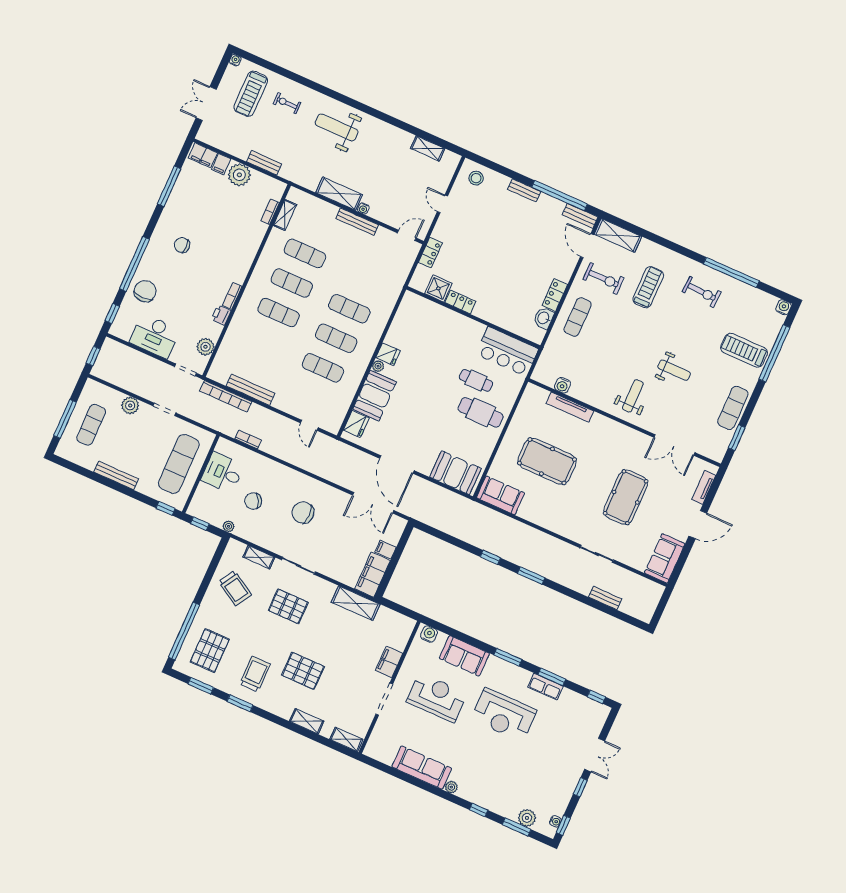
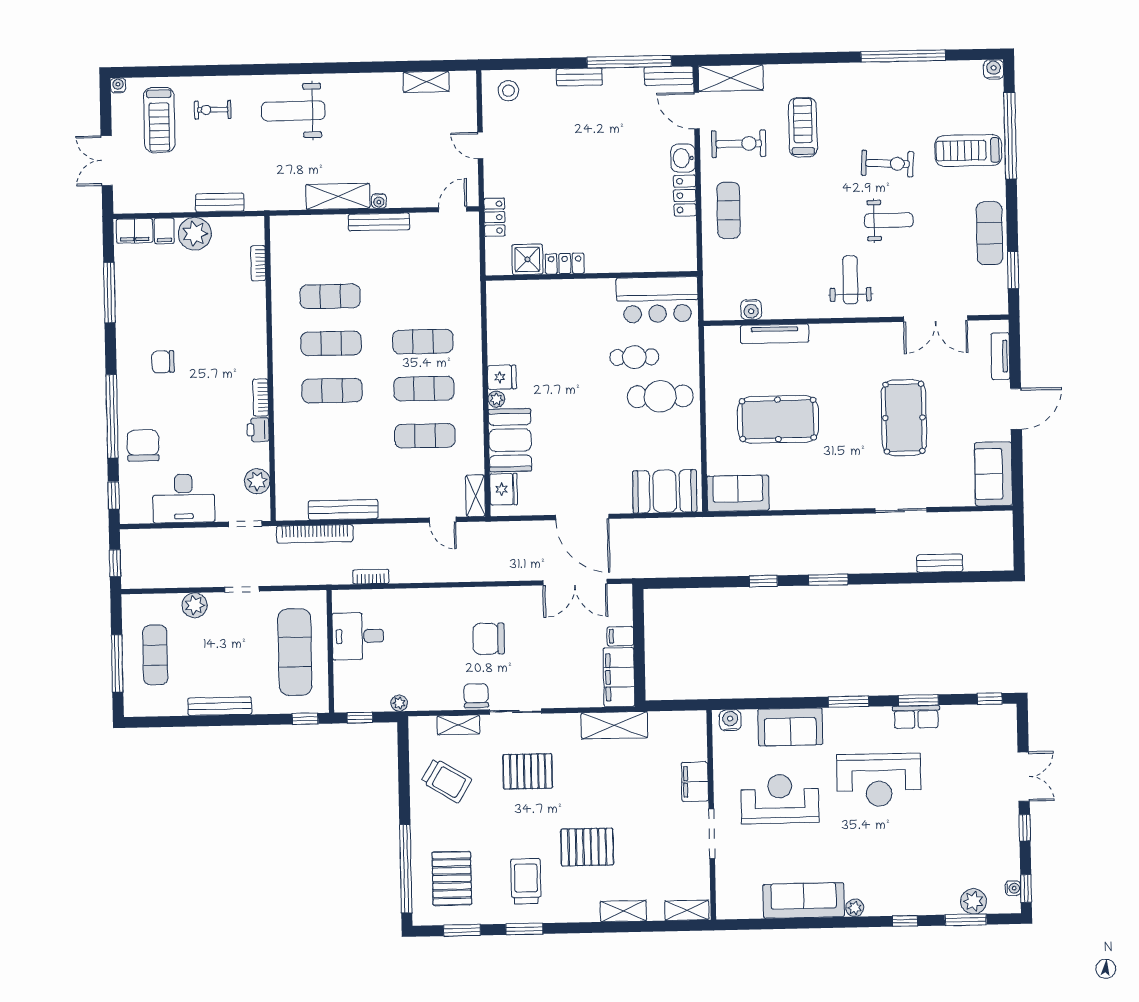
shelving: (285, 215) -> (476, 496), moved
exercise bike: (702, 292) -> (888, 163), moved
washbasin: (544, 318) -> (683, 158), moved
chair: (253, 501) -> (476, 696), moved, turned 115

